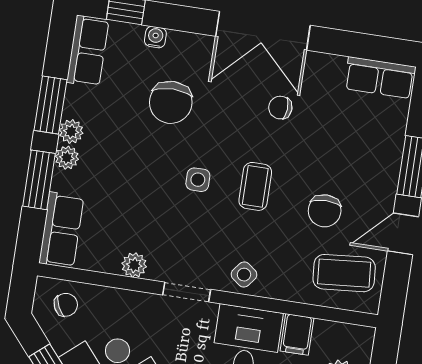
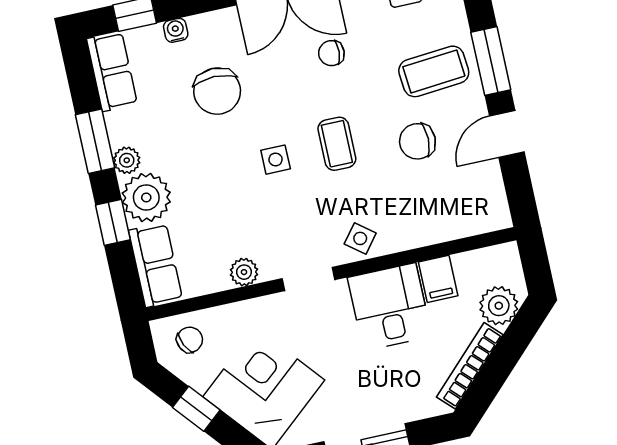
plant: (67, 158) -> (146, 197), width x1.88, depth x1.88
window: (39, 180) -> (113, 222), width x0.67
chair: (325, 211) -> (417, 141), turned 90
coffee table: (344, 273) -> (434, 71), moved

